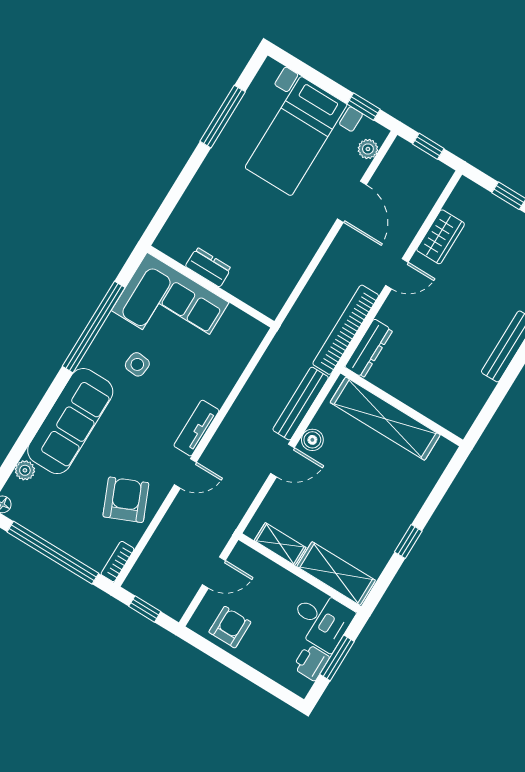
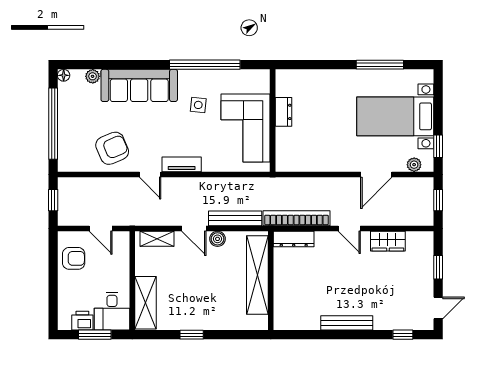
corner sofa: (170, 307) -> (245, 128), moved
shelving: (280, 544) -> (157, 239), moved, turned 90
bookcase: (118, 562) -> (72, 166), removed

